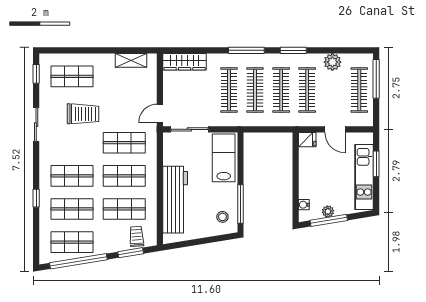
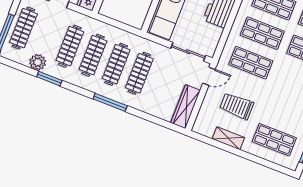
window: (293, 50) -> (49, 79), moved
shelving: (131, 60) -> (228, 138), moved
wardrobe: (185, 62) -> (185, 107), moved, turned -90
trolley: (83, 114) -> (237, 106), moved

